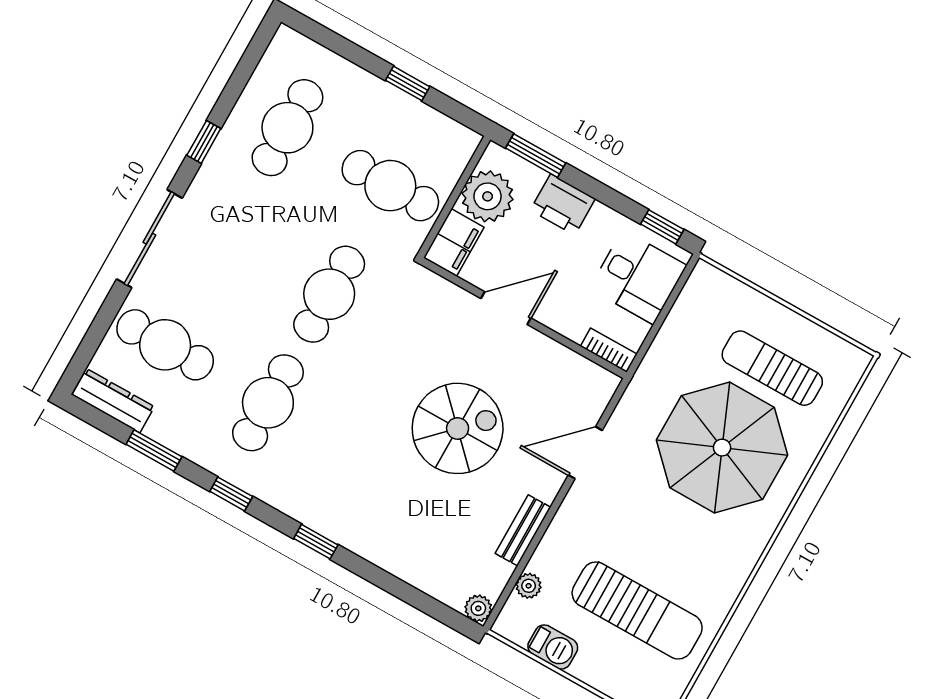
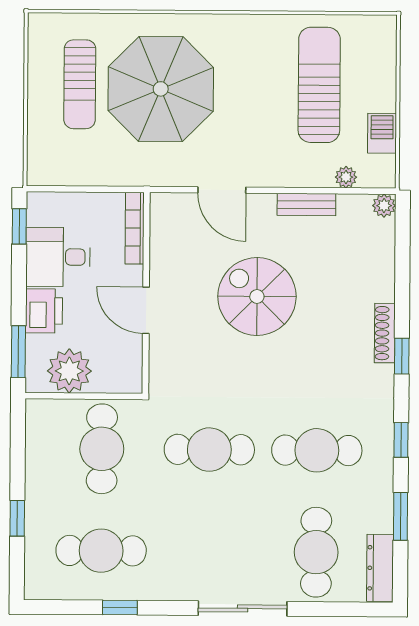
window: (408, 83) -> (17, 518), moved
window: (204, 142) -> (120, 608), moved
filing cabinet: (454, 242) -> (118, 377), removed
desk: (638, 277) -> (58, 257), moved, turned -90
bookcase: (609, 350) -> (135, 228), width x1.56
shoe rack: (349, 537) -> (385, 333), added

